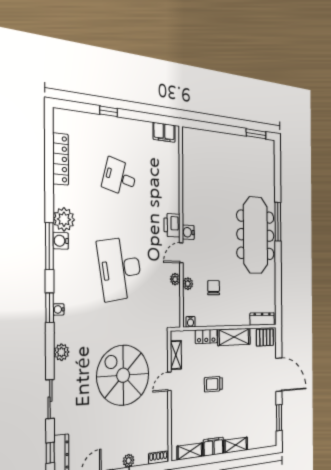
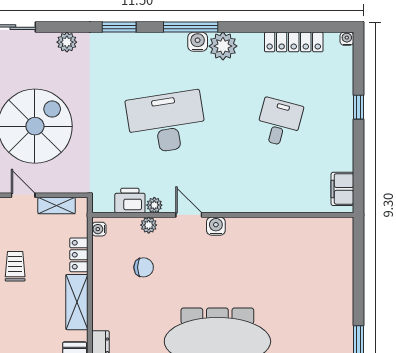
printer: (172, 225) -> (130, 201), moved
water cooler: (59, 309) -> (347, 39), moved

